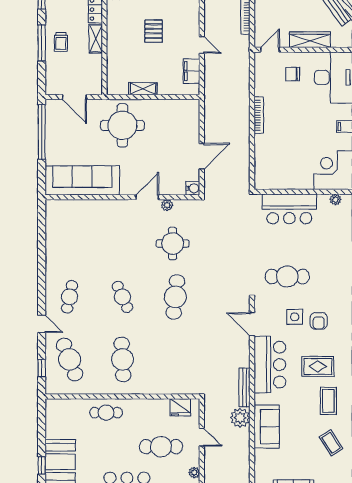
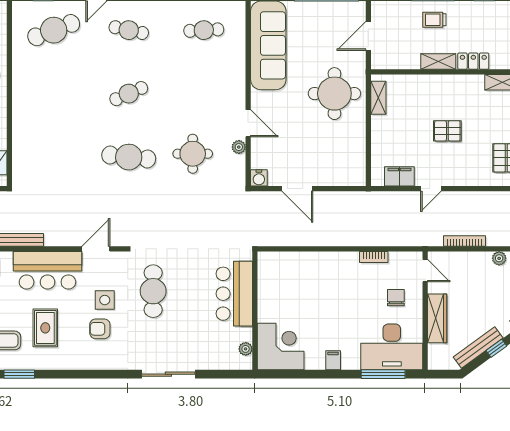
shelving: (143, 89) -> (378, 98), moved
bookcase: (259, 115) -> (374, 257), moved, width x0.64
cafe table: (122, 359) -> (204, 30), moved, width x0.73, depth x0.74

